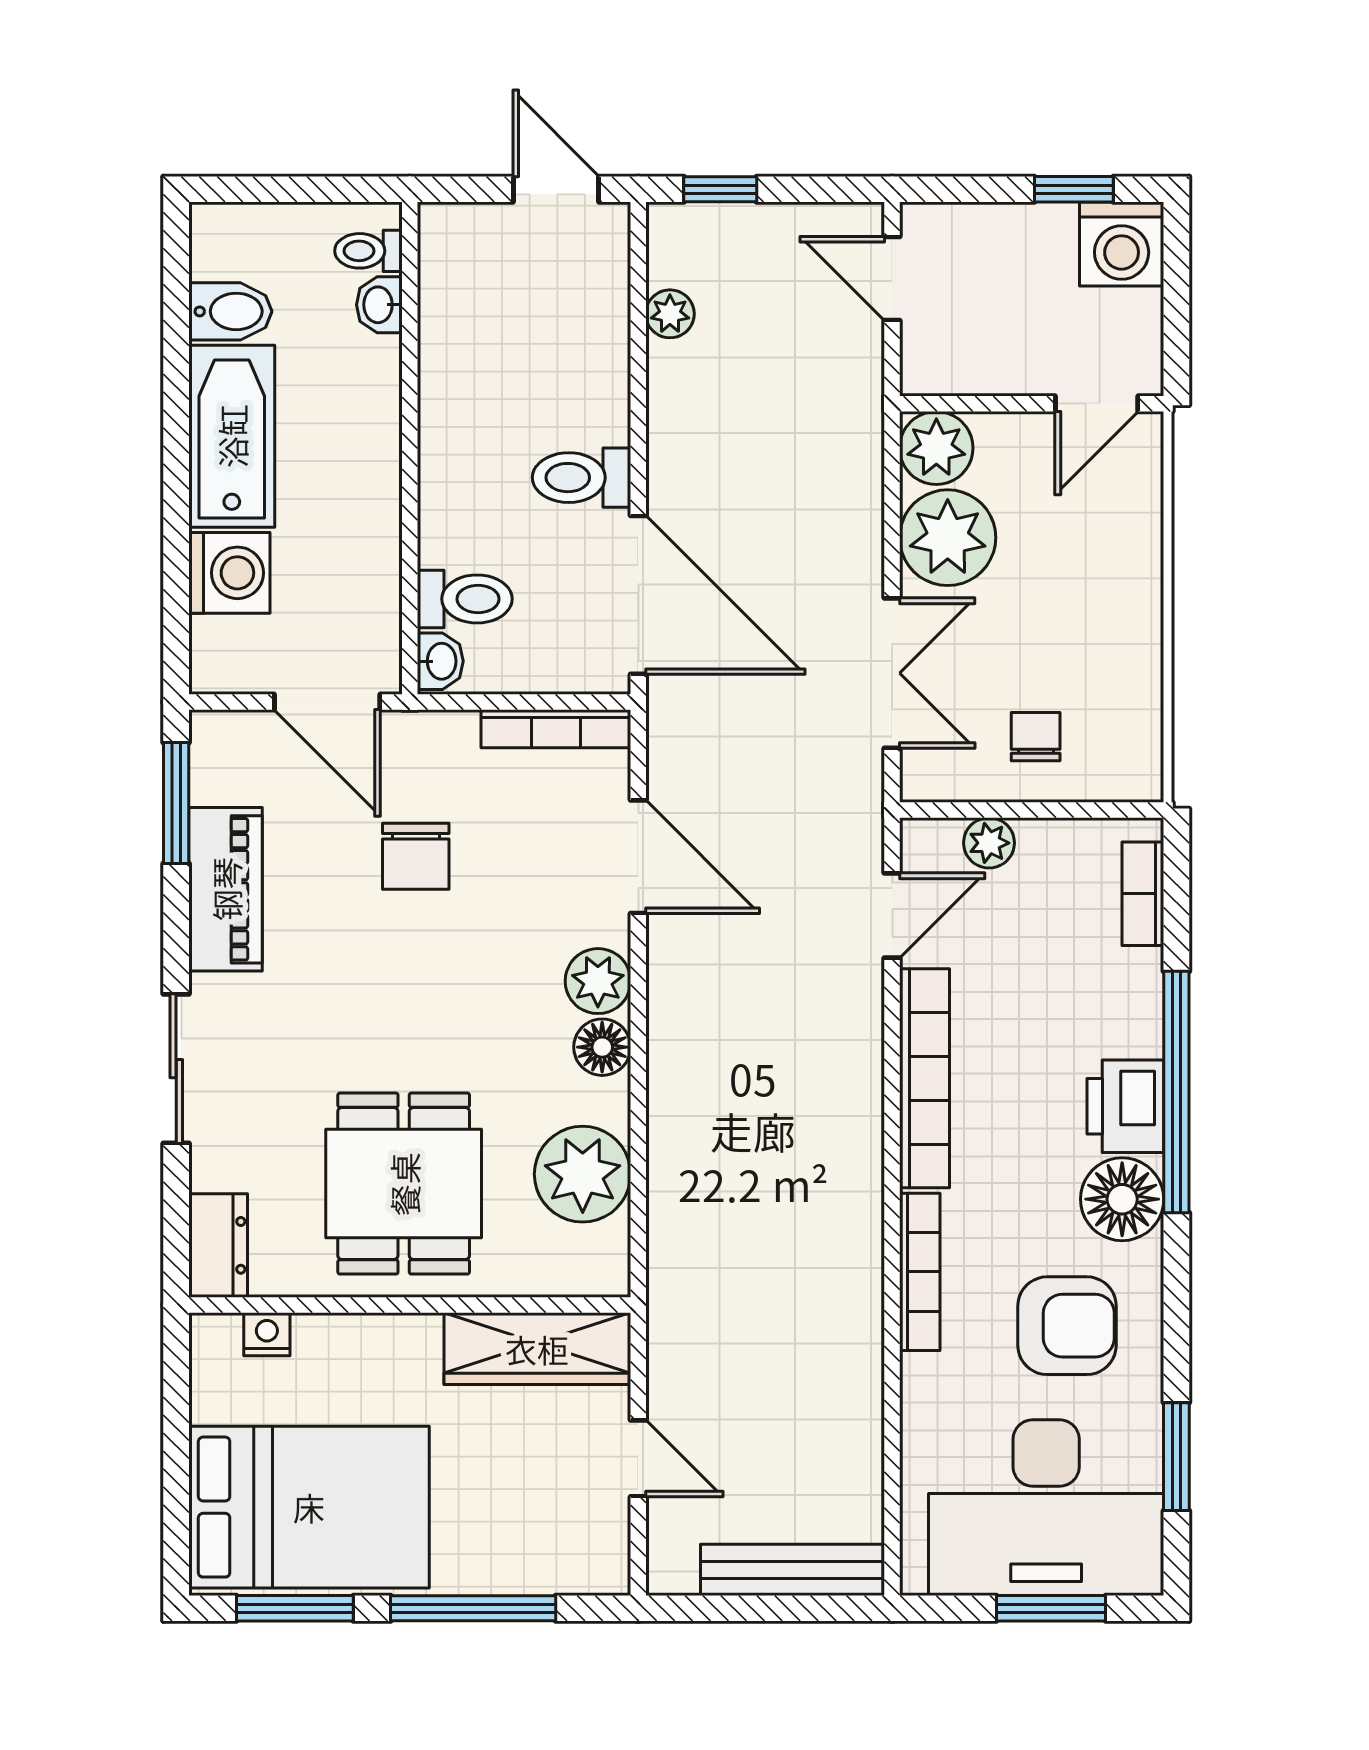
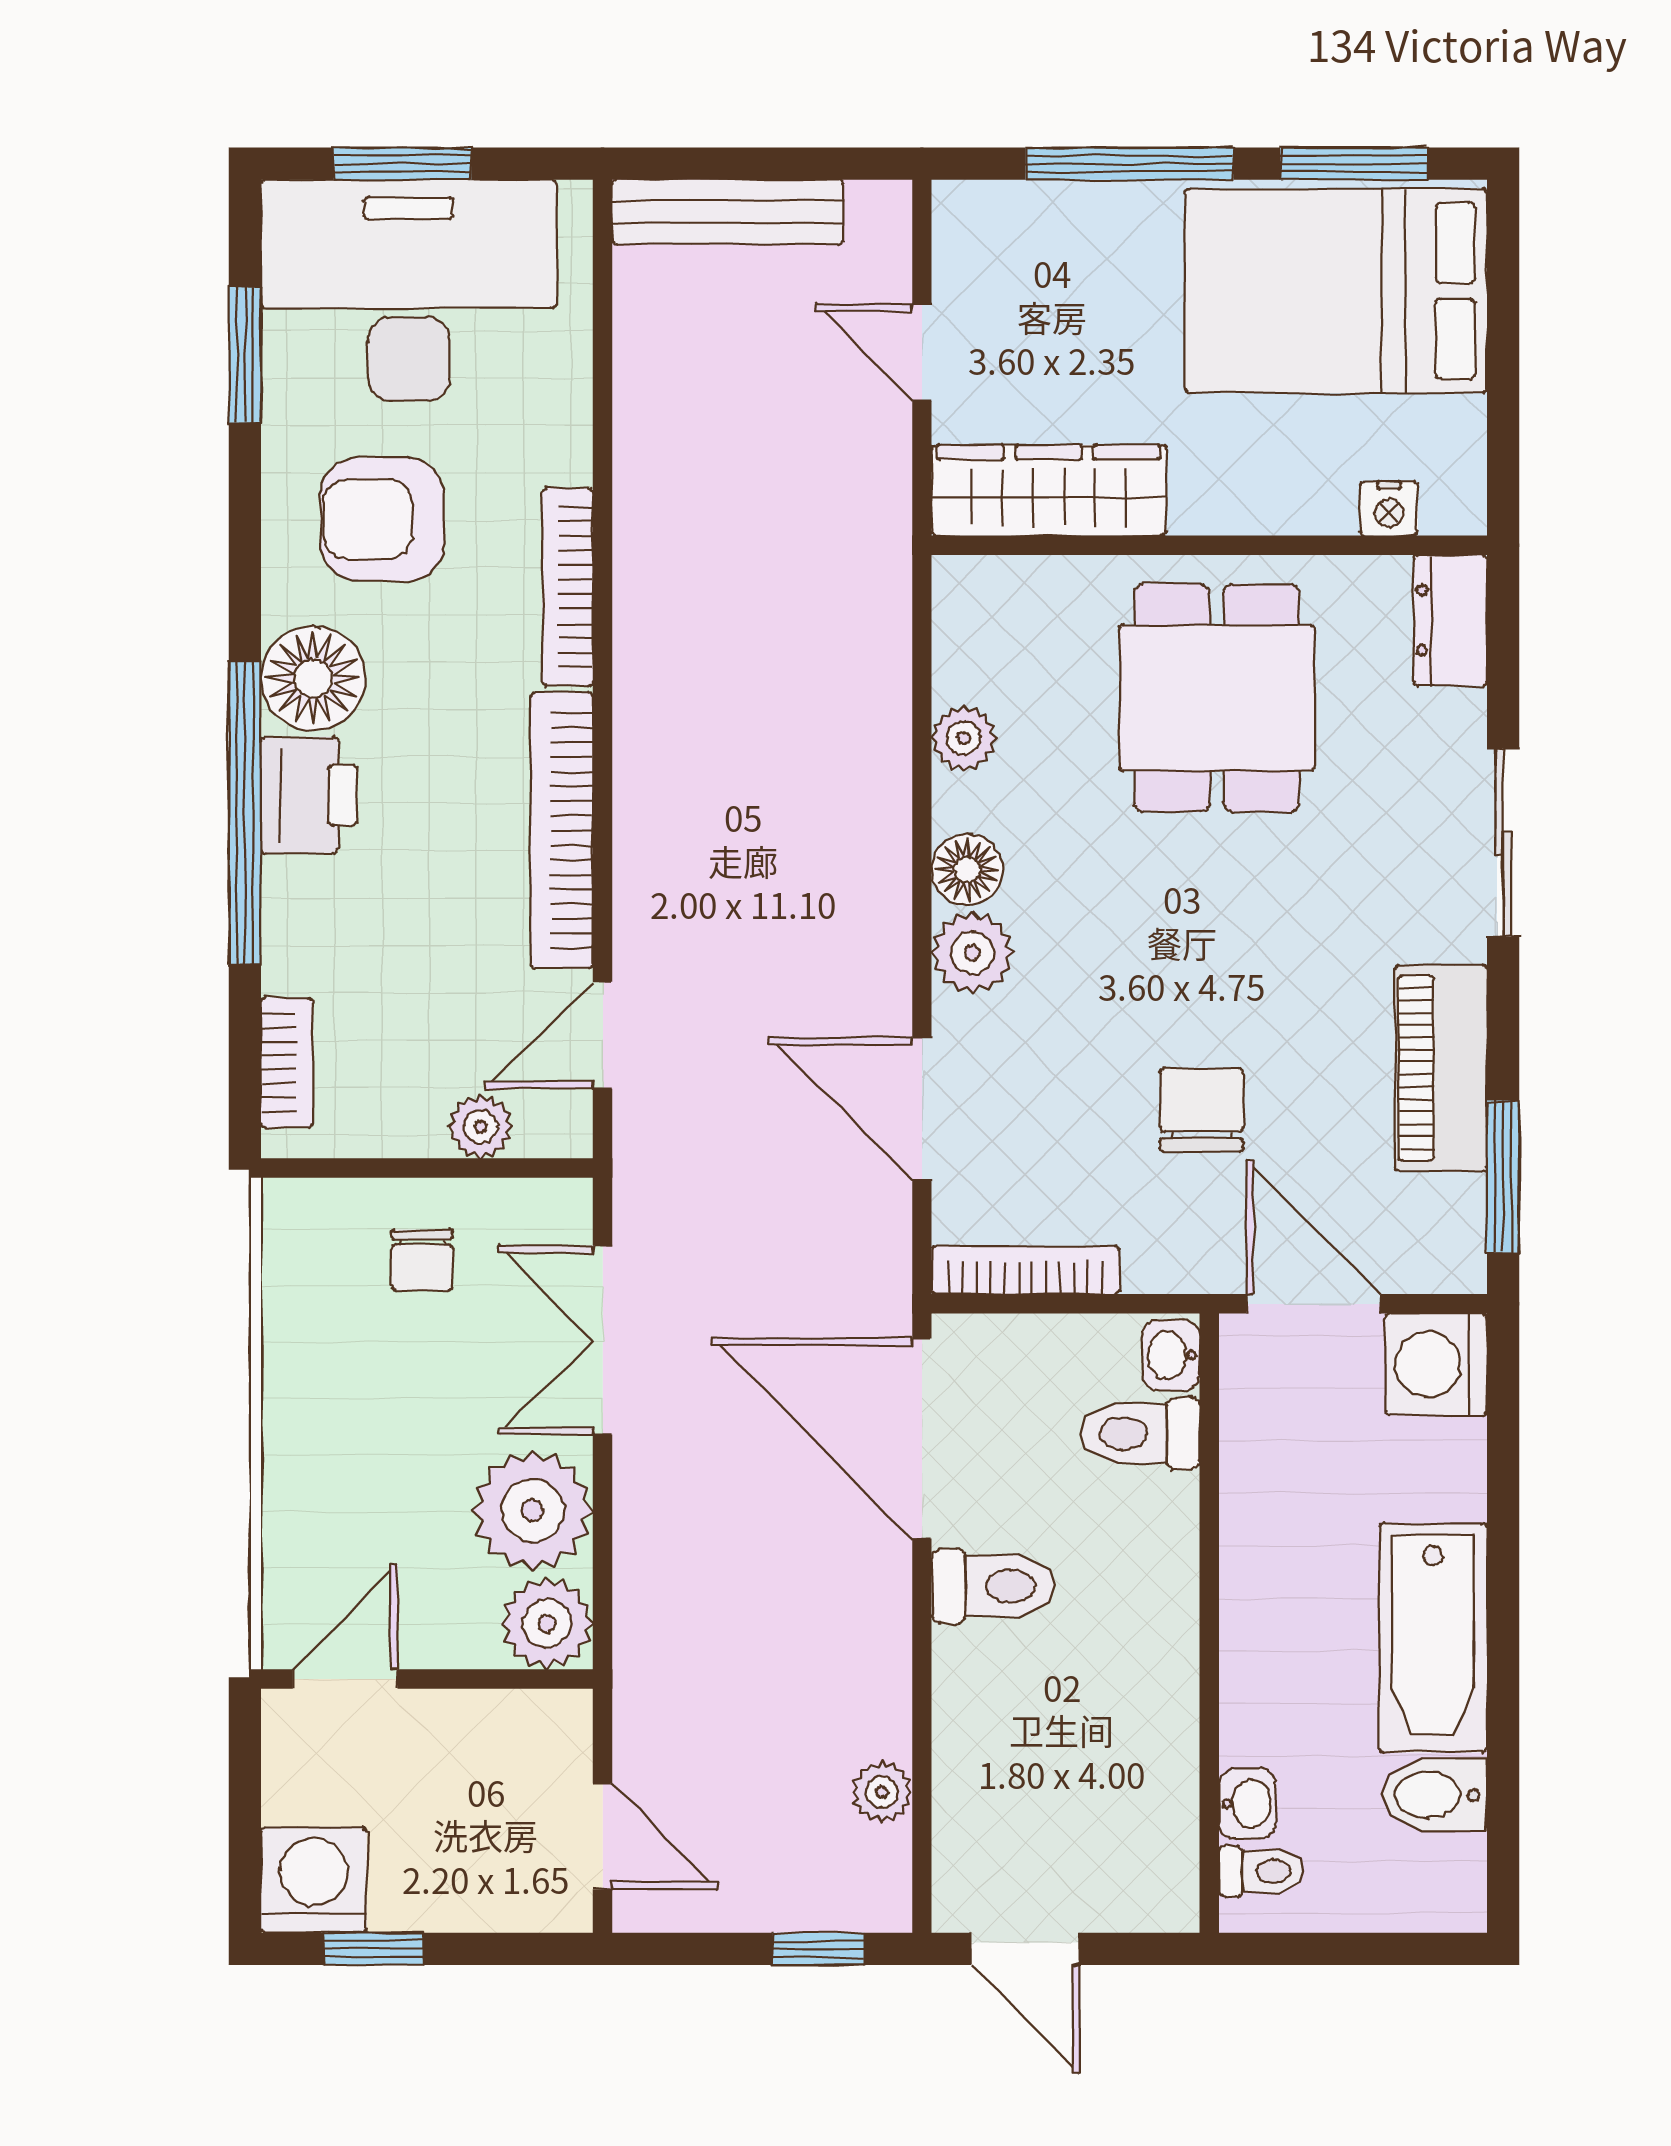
washing machine: (229, 573) -> (1436, 1364), moved
plant: (583, 1174) -> (964, 738), width x0.53, depth x0.53

